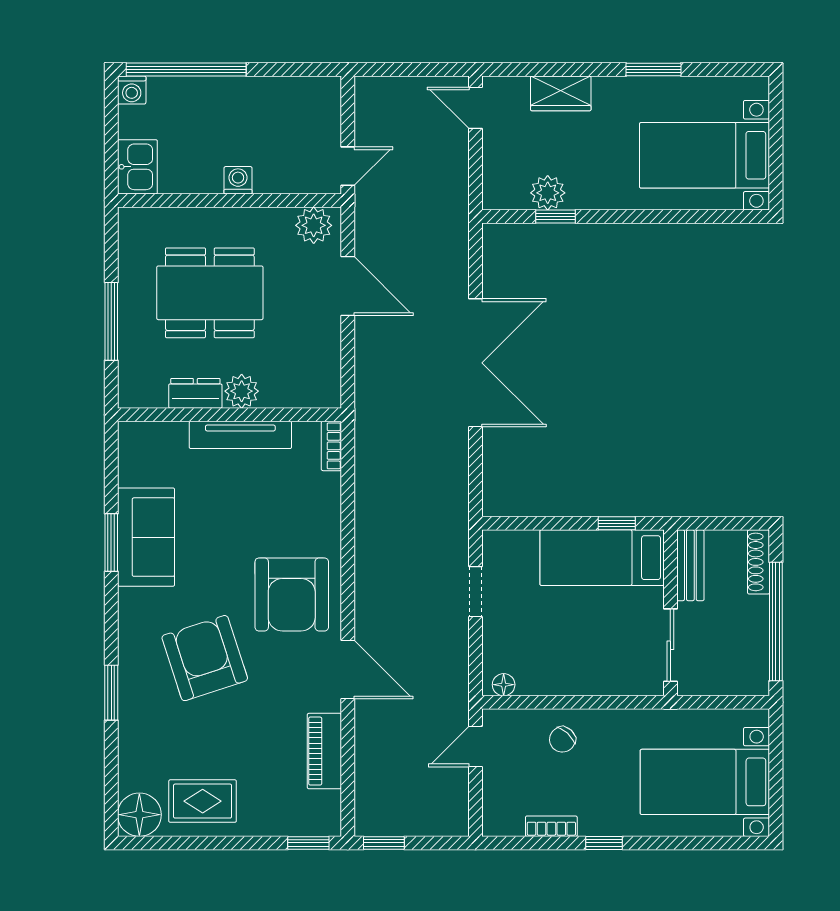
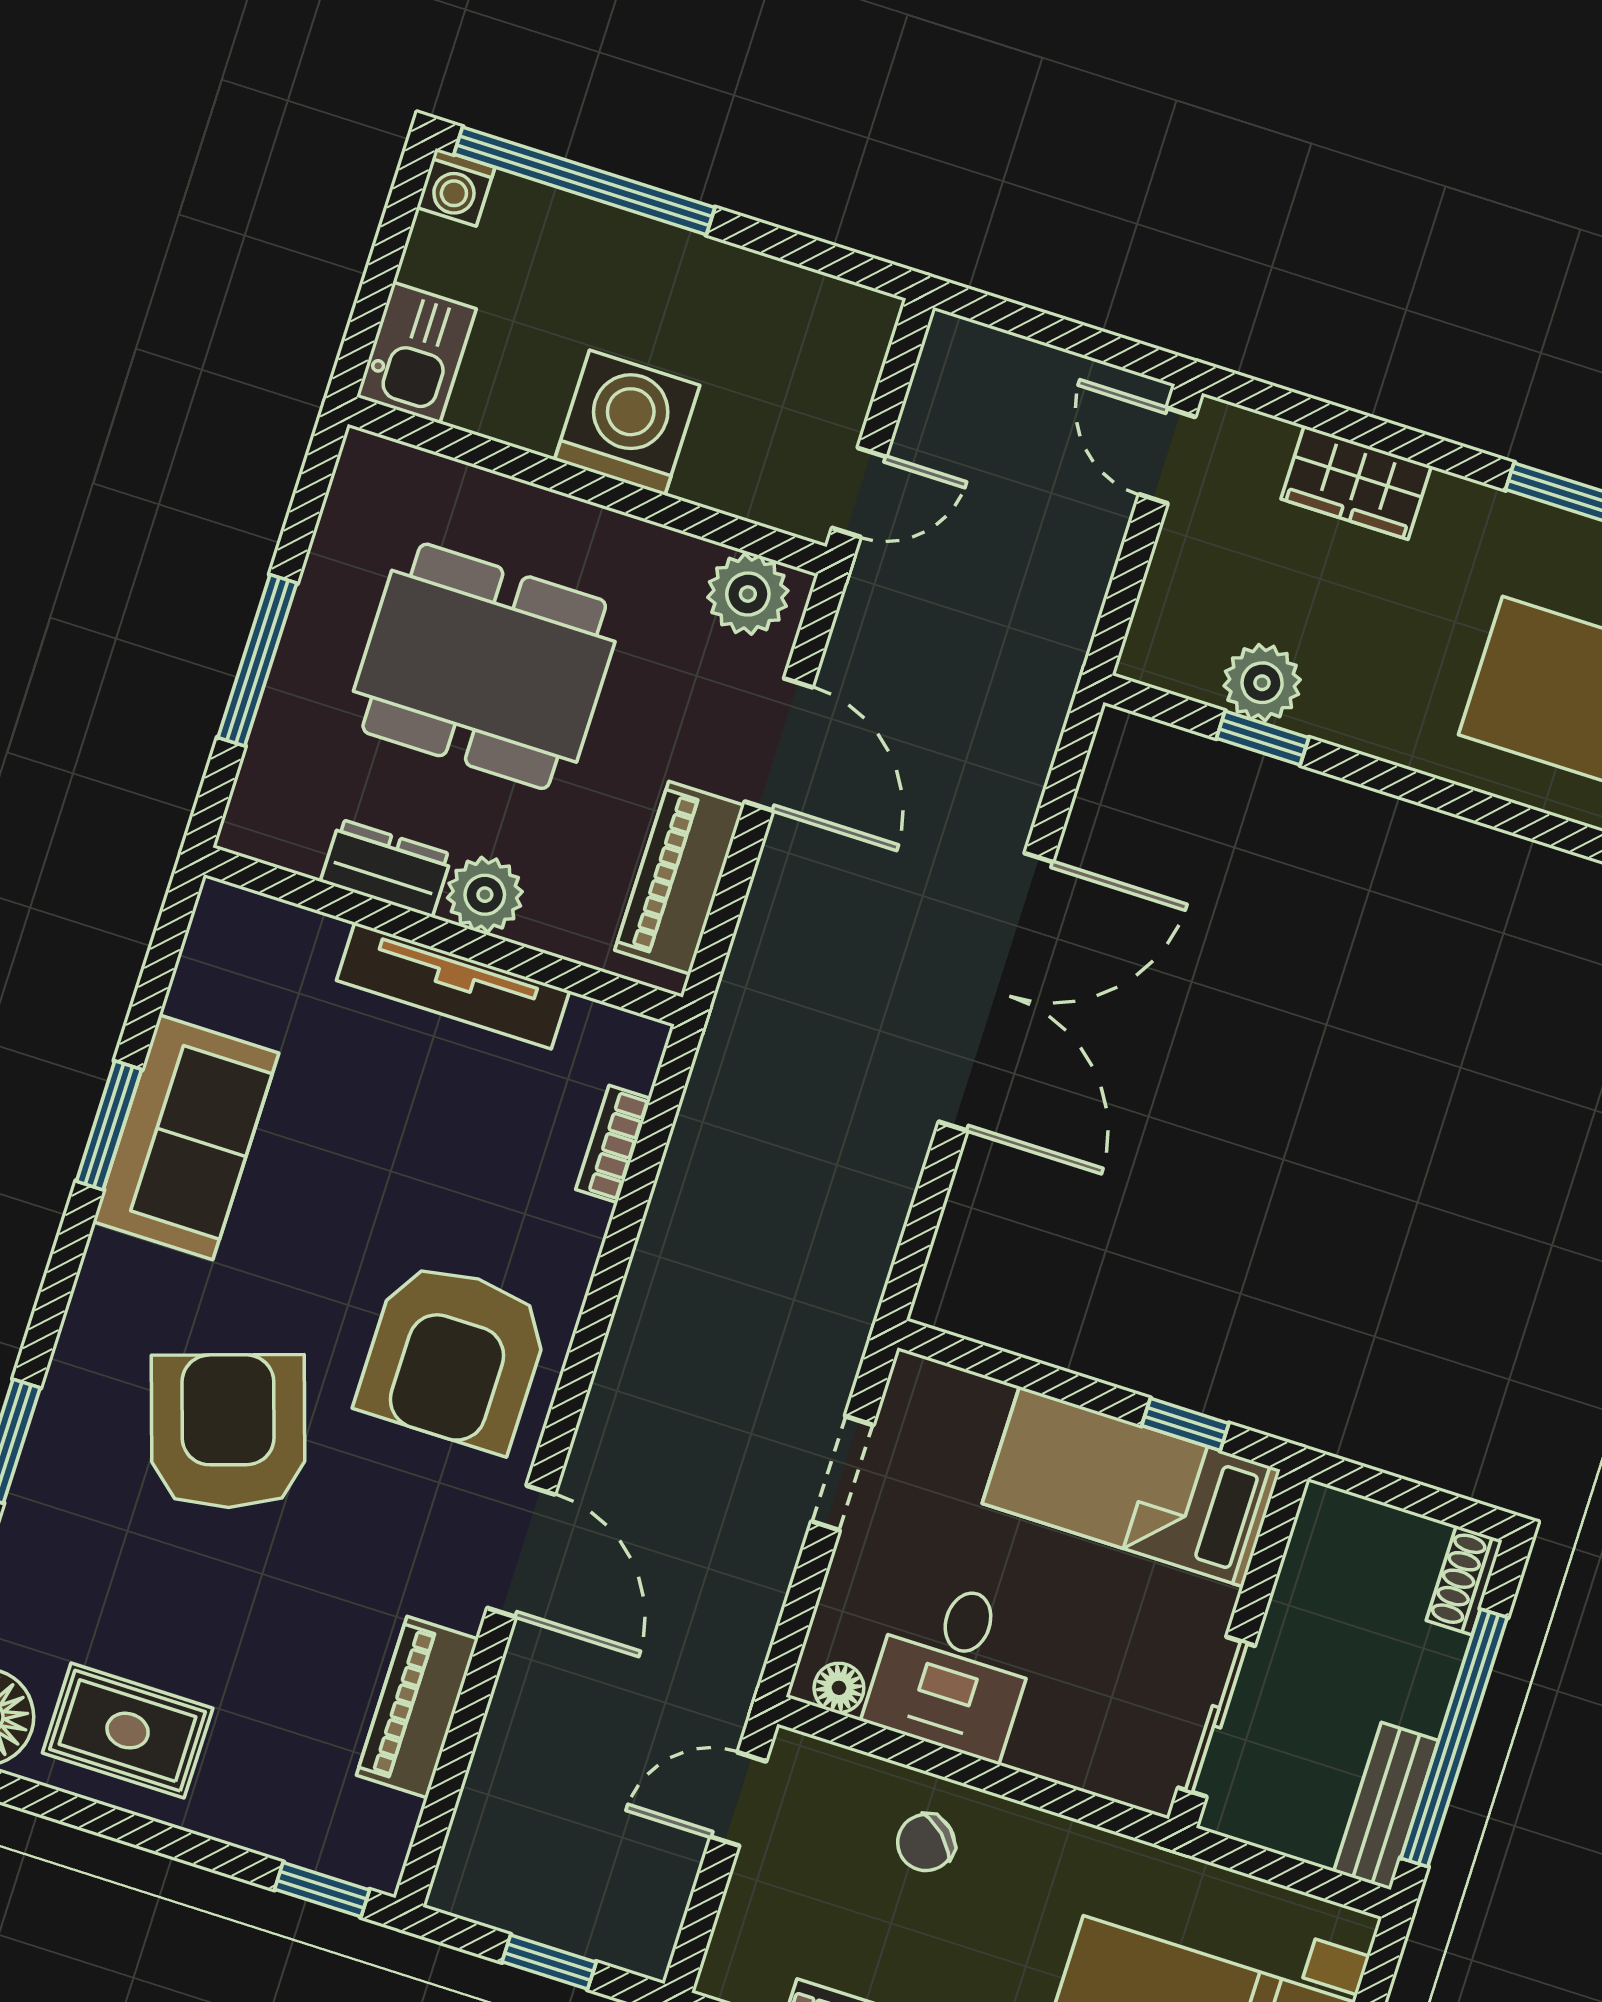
washing machine: (238, 180) -> (627, 423), width x1.89, depth x1.89
piano: (323, 357) -> (680, 878), added
bookcase: (331, 446) -> (613, 1144), moved
shoe rack: (759, 562) -> (1464, 1580), width x0.70
bench: (690, 565) -> (1386, 1806), moved
desk: (550, 660) -> (953, 1668), added
window: (384, 843) -> (549, 1962), moved

